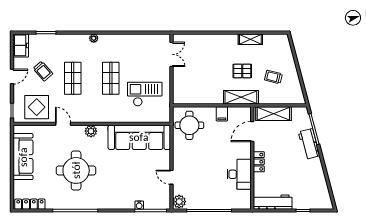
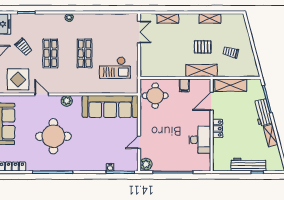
shelving: (203, 39) -> (168, 18), added
checkout: (145, 94) -> (115, 68), turned 180
shelving: (318, 170) -> (271, 135), added
door: (171, 177) -> (139, 142), hinge flipped
workbench: (273, 202) -> (248, 165), moved

